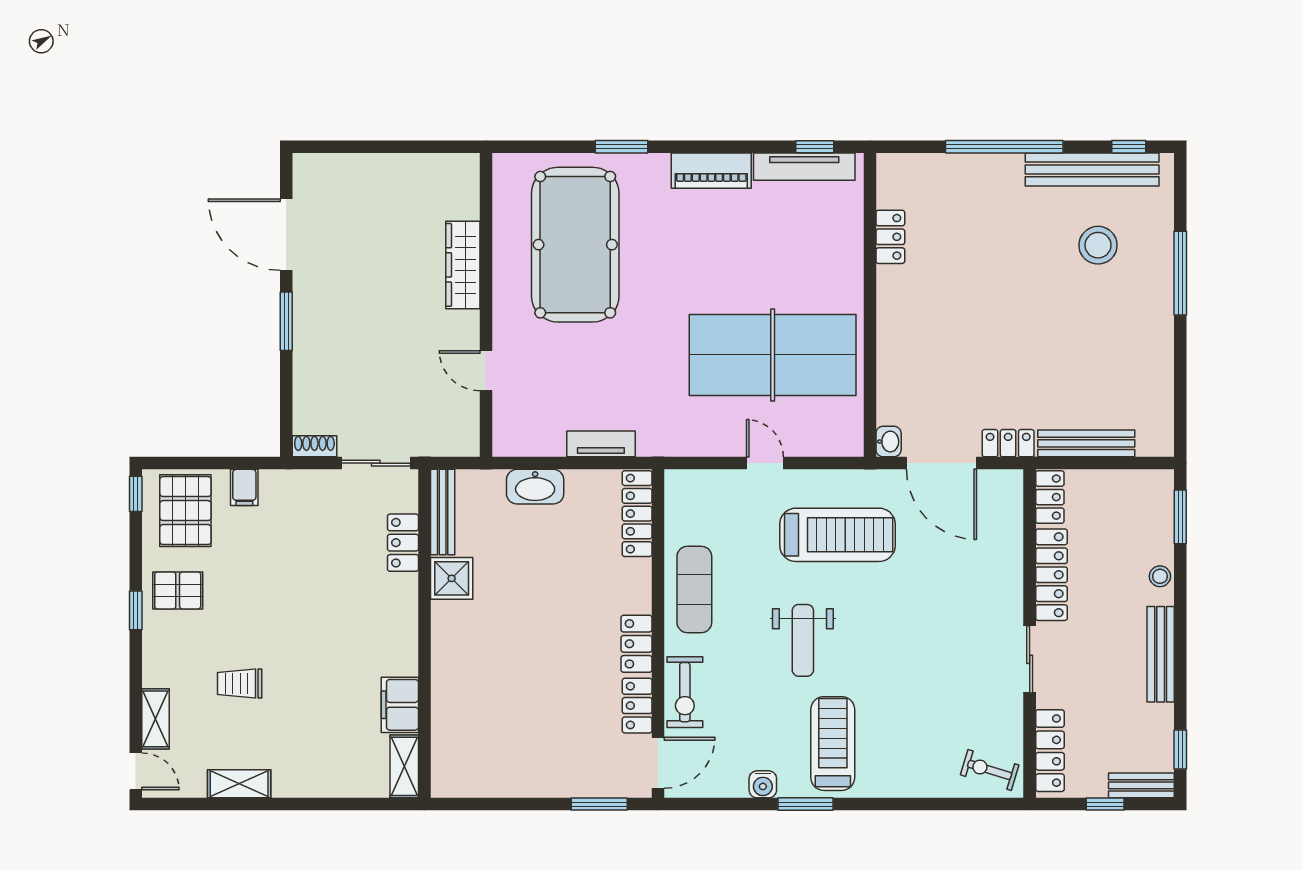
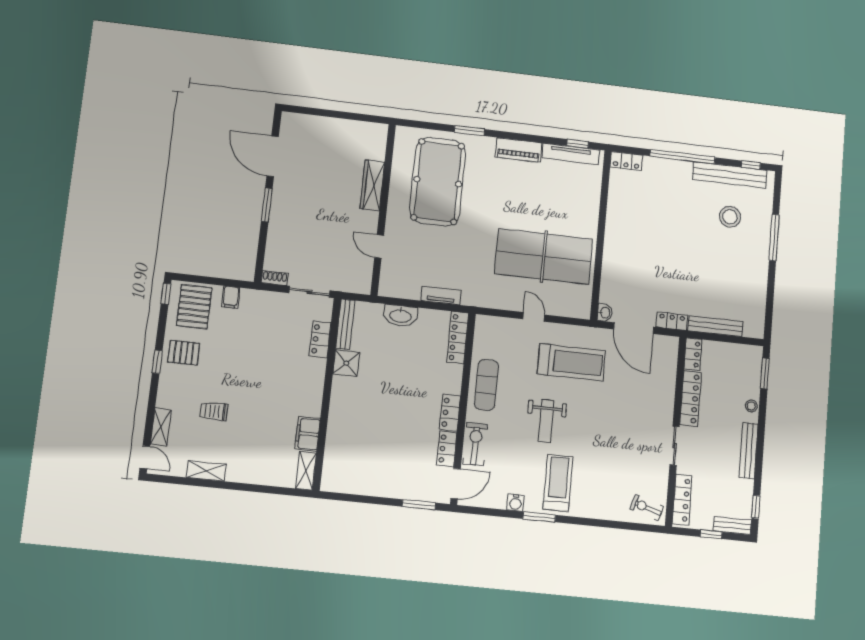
locker: (890, 237) -> (626, 161), moved, turned 90
exercise bike: (685, 692) -> (475, 444), turned 180

